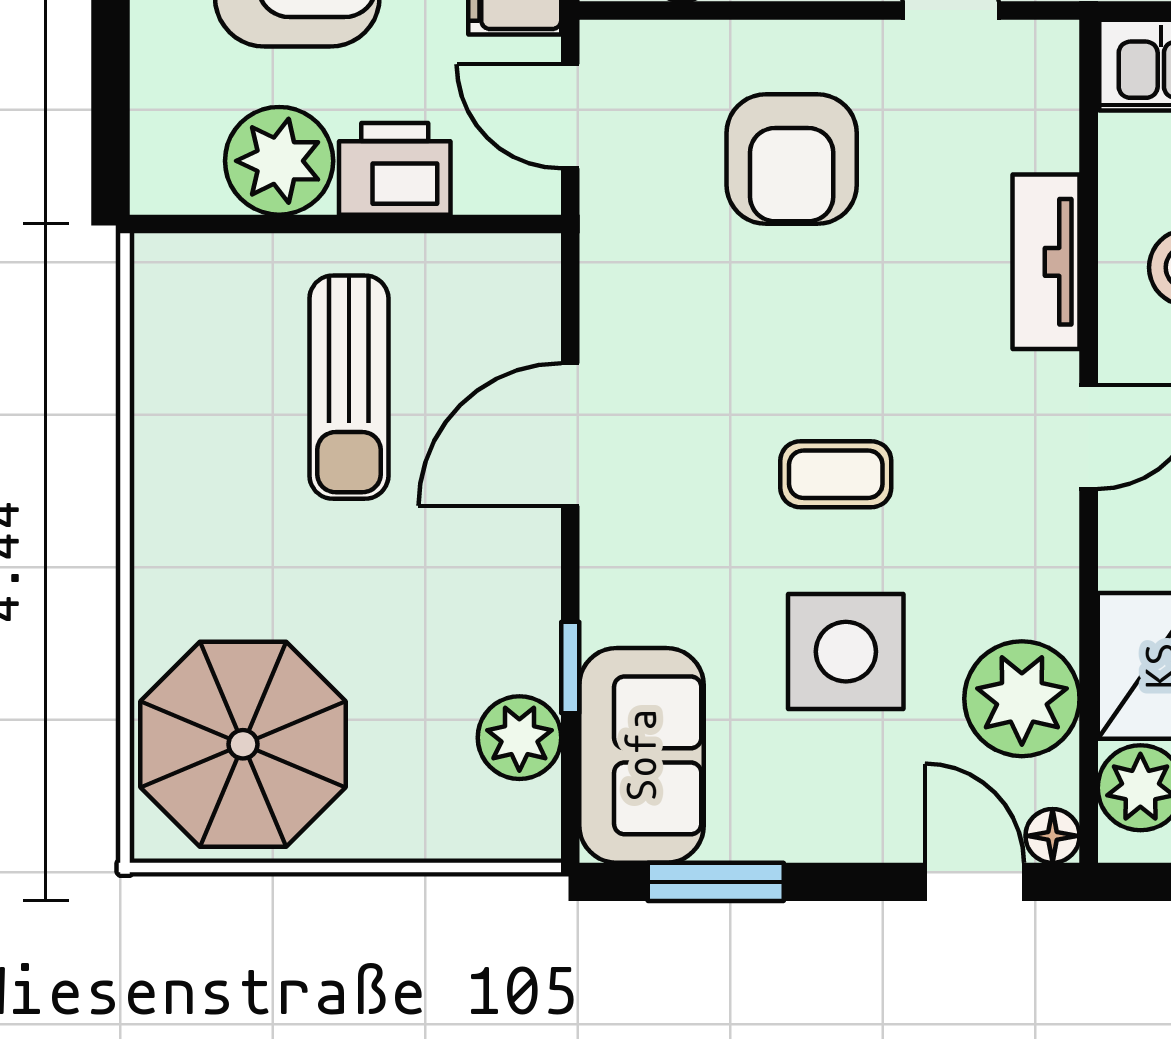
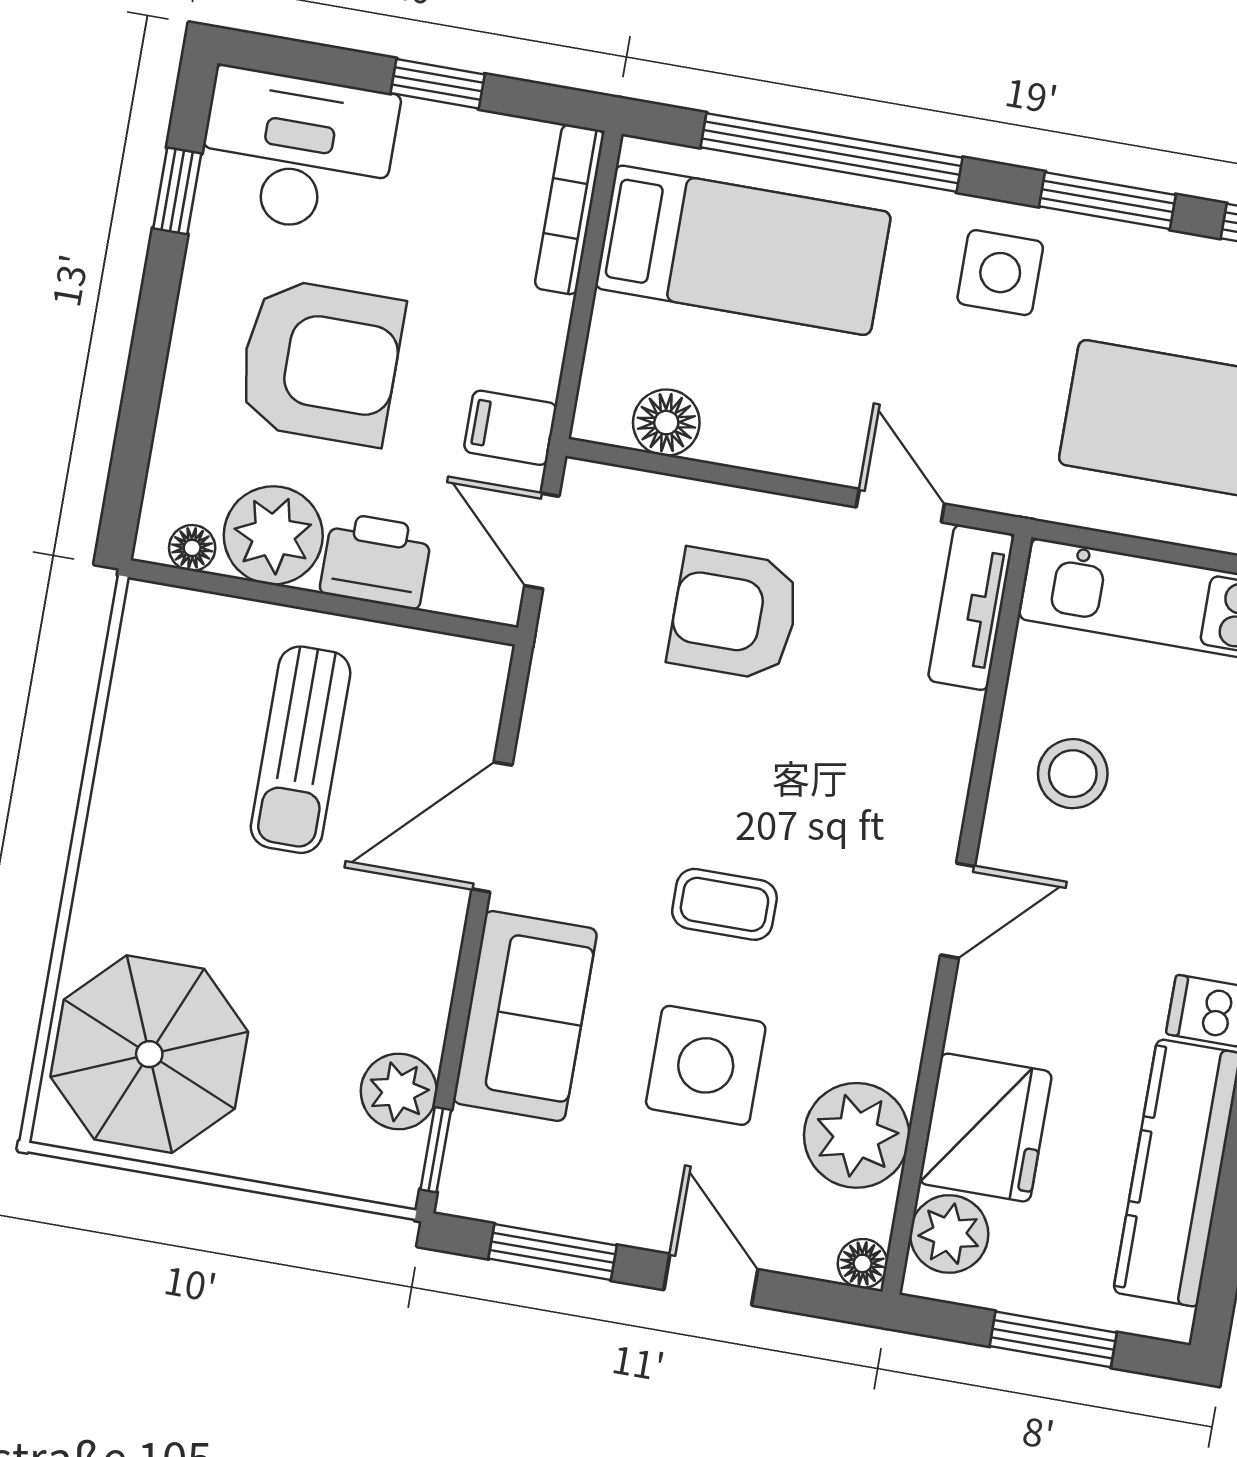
armchair: (792, 159) -> (734, 614), turned 90
floor lamp: (194, 190) -> (192, 548), added
tv unit: (1046, 262) -> (971, 607), moved
window: (570, 667) -> (436, 1150), moved
sofa: (641, 755) -> (525, 1016), moved
door: (974, 882) -> (711, 1280), moved

